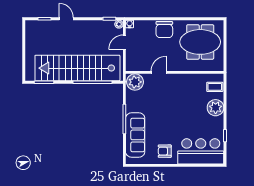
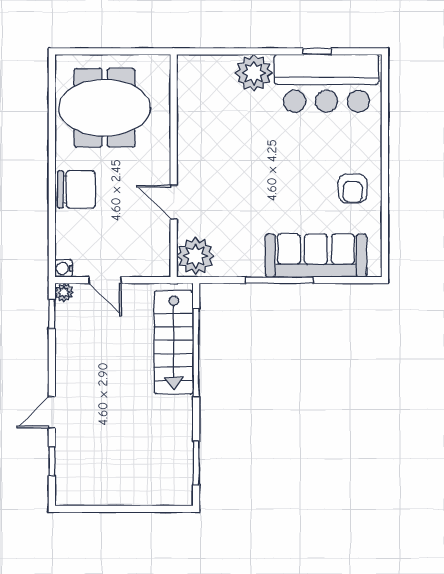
meeting table: (200, 42) -> (105, 108), turned 90
stairs: (77, 68) -> (174, 342), width x0.54, depth x0.66
coffee table: (215, 87) -> (206, 75), removed
bar counter: (201, 151) -> (327, 83), moved, turned -90

